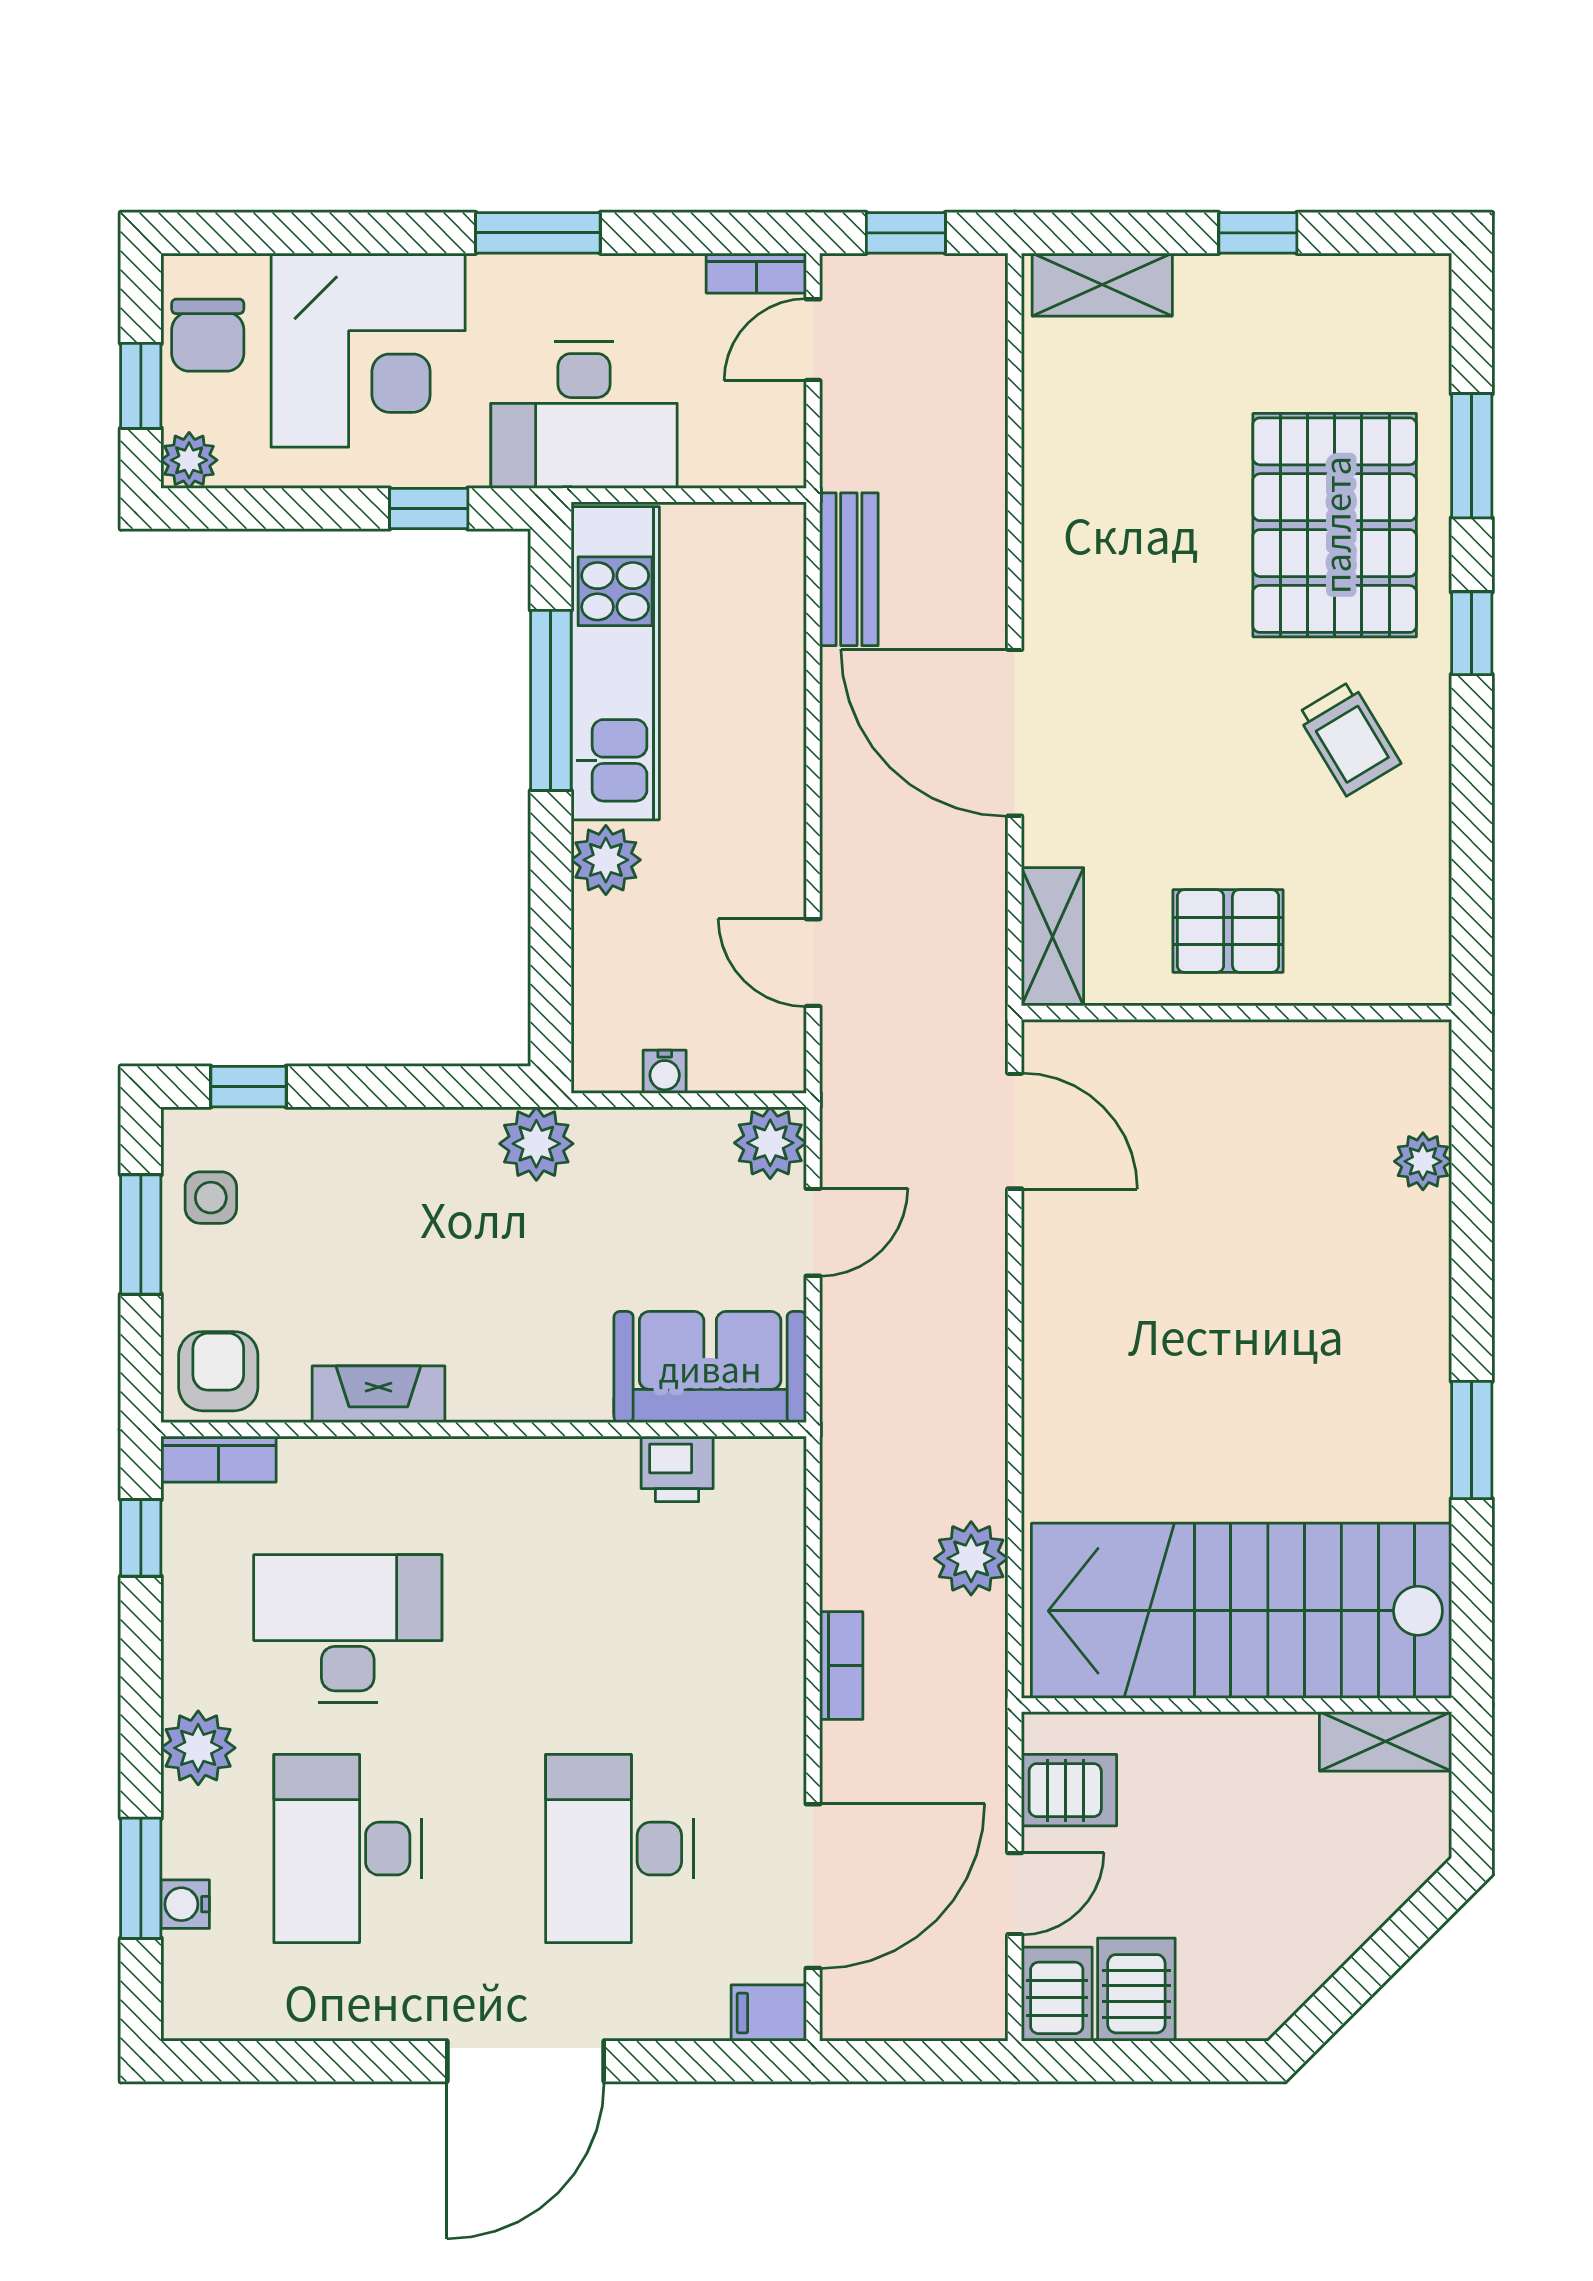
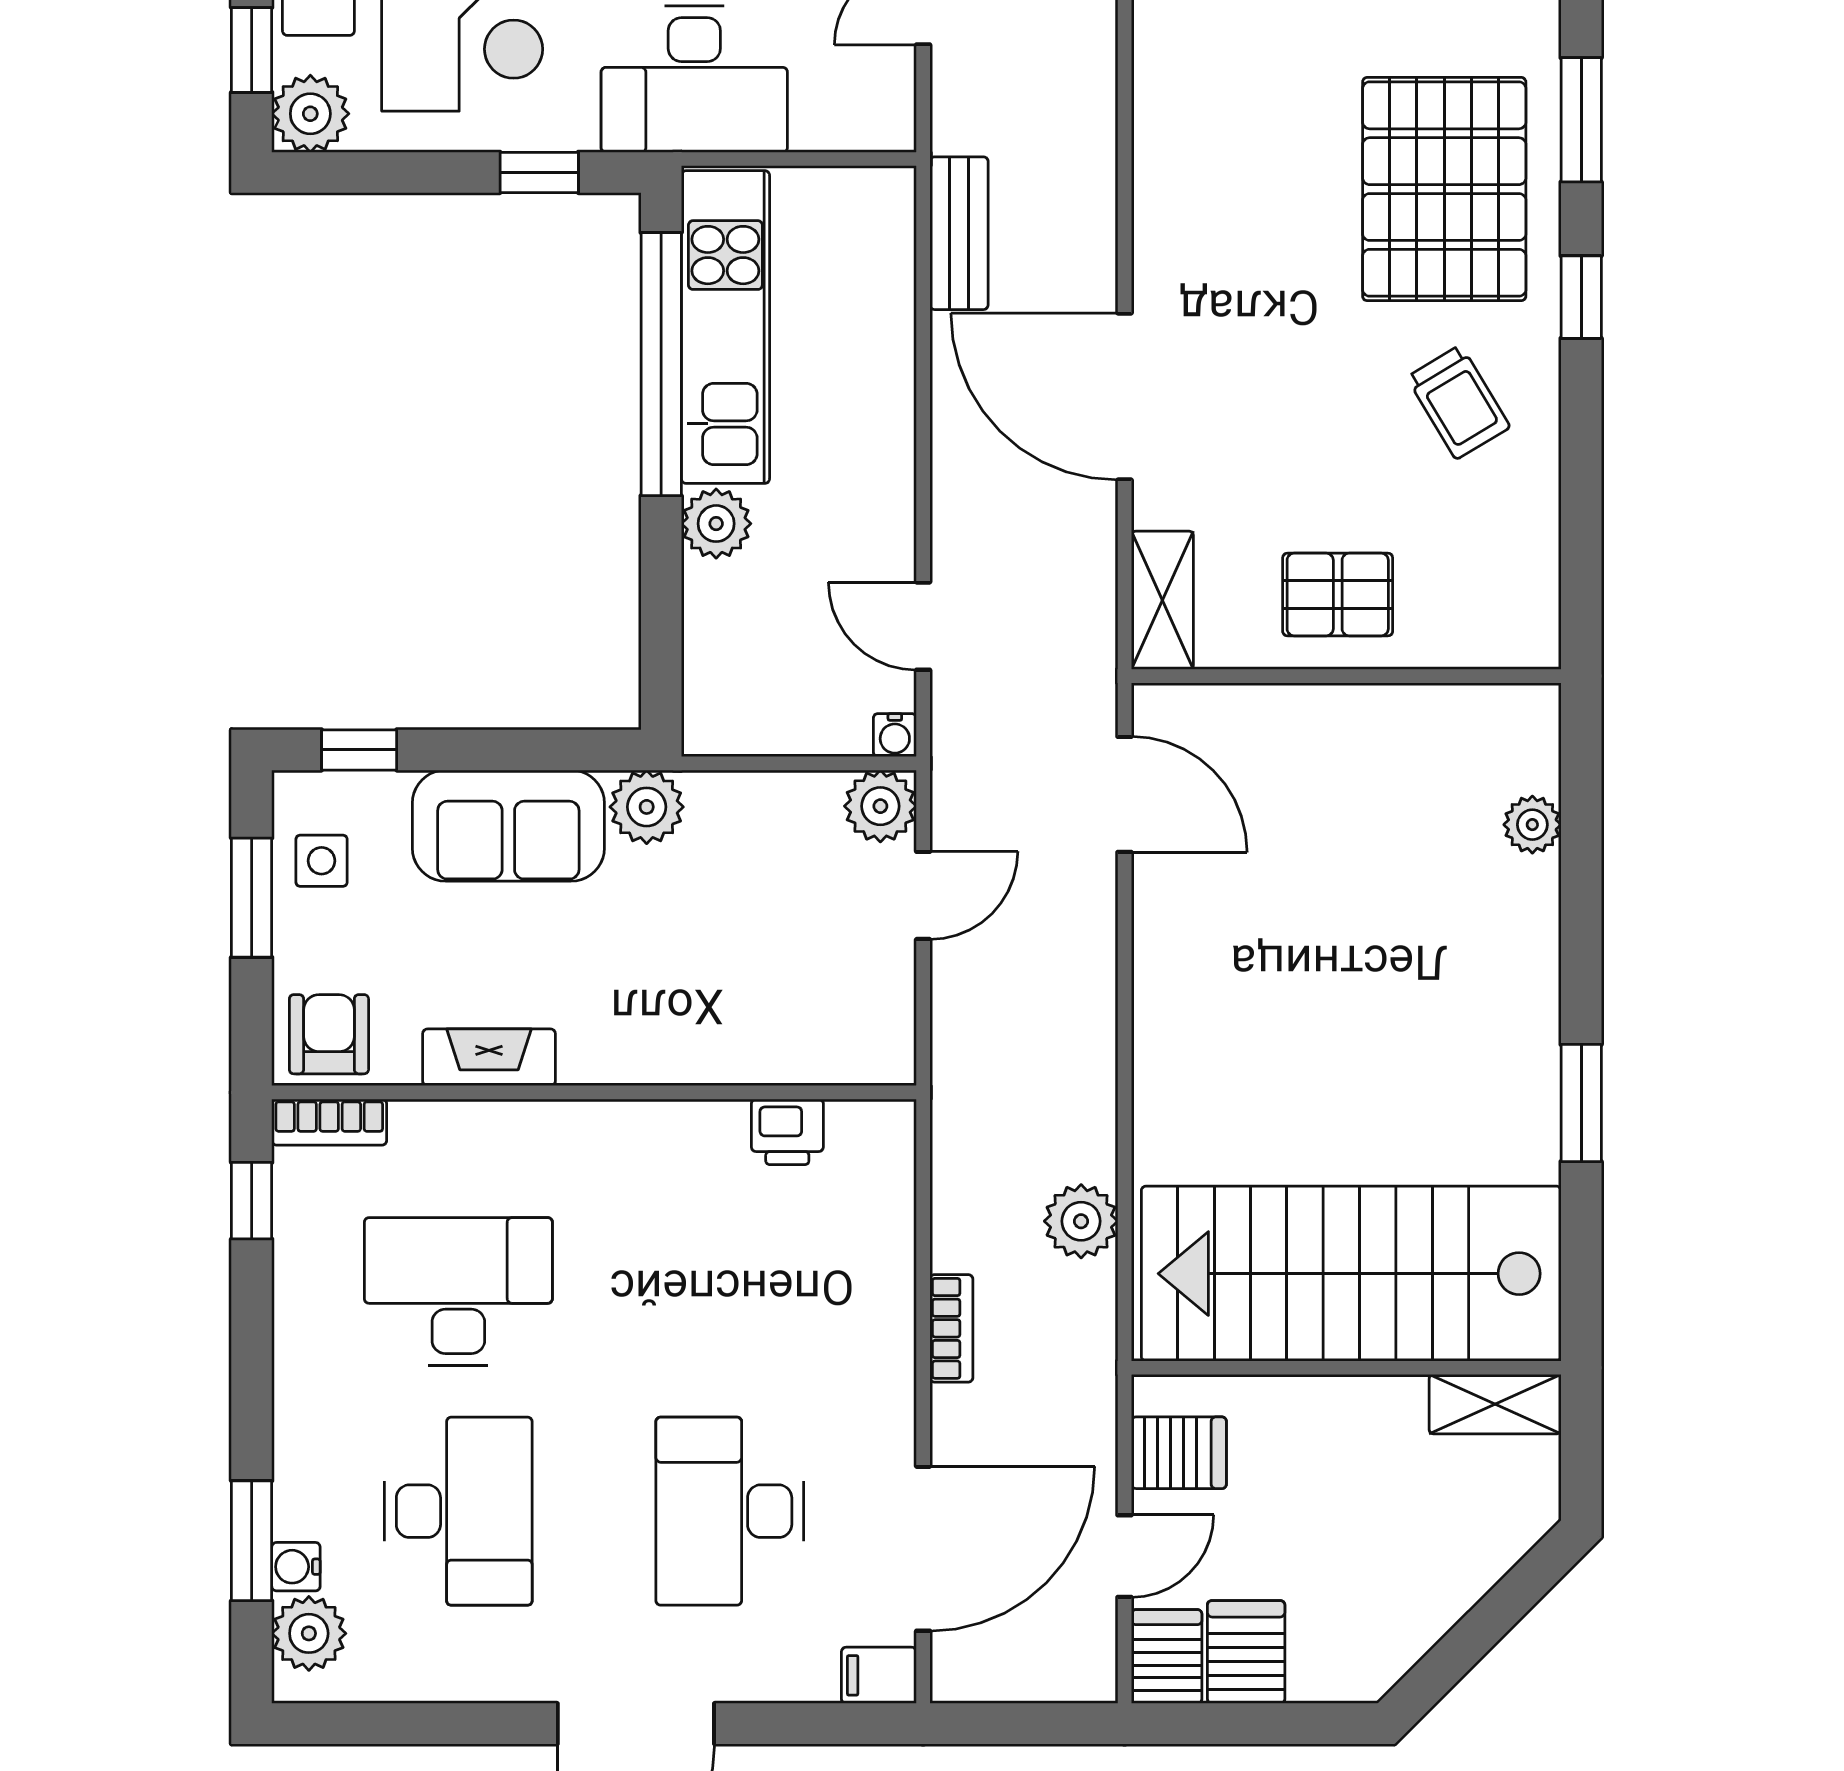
plant: (189, 460) -> (310, 114), width x1.38, depth x1.38
window: (551, 700) -> (661, 364), width x1.46
water cooler: (665, 1072) -> (895, 735), moved
sofa: (710, 1367) -> (508, 826), moved, turned 180
plant: (198, 1748) -> (309, 1633), moved
desk: (348, 1849) -> (458, 1511), turned 180

